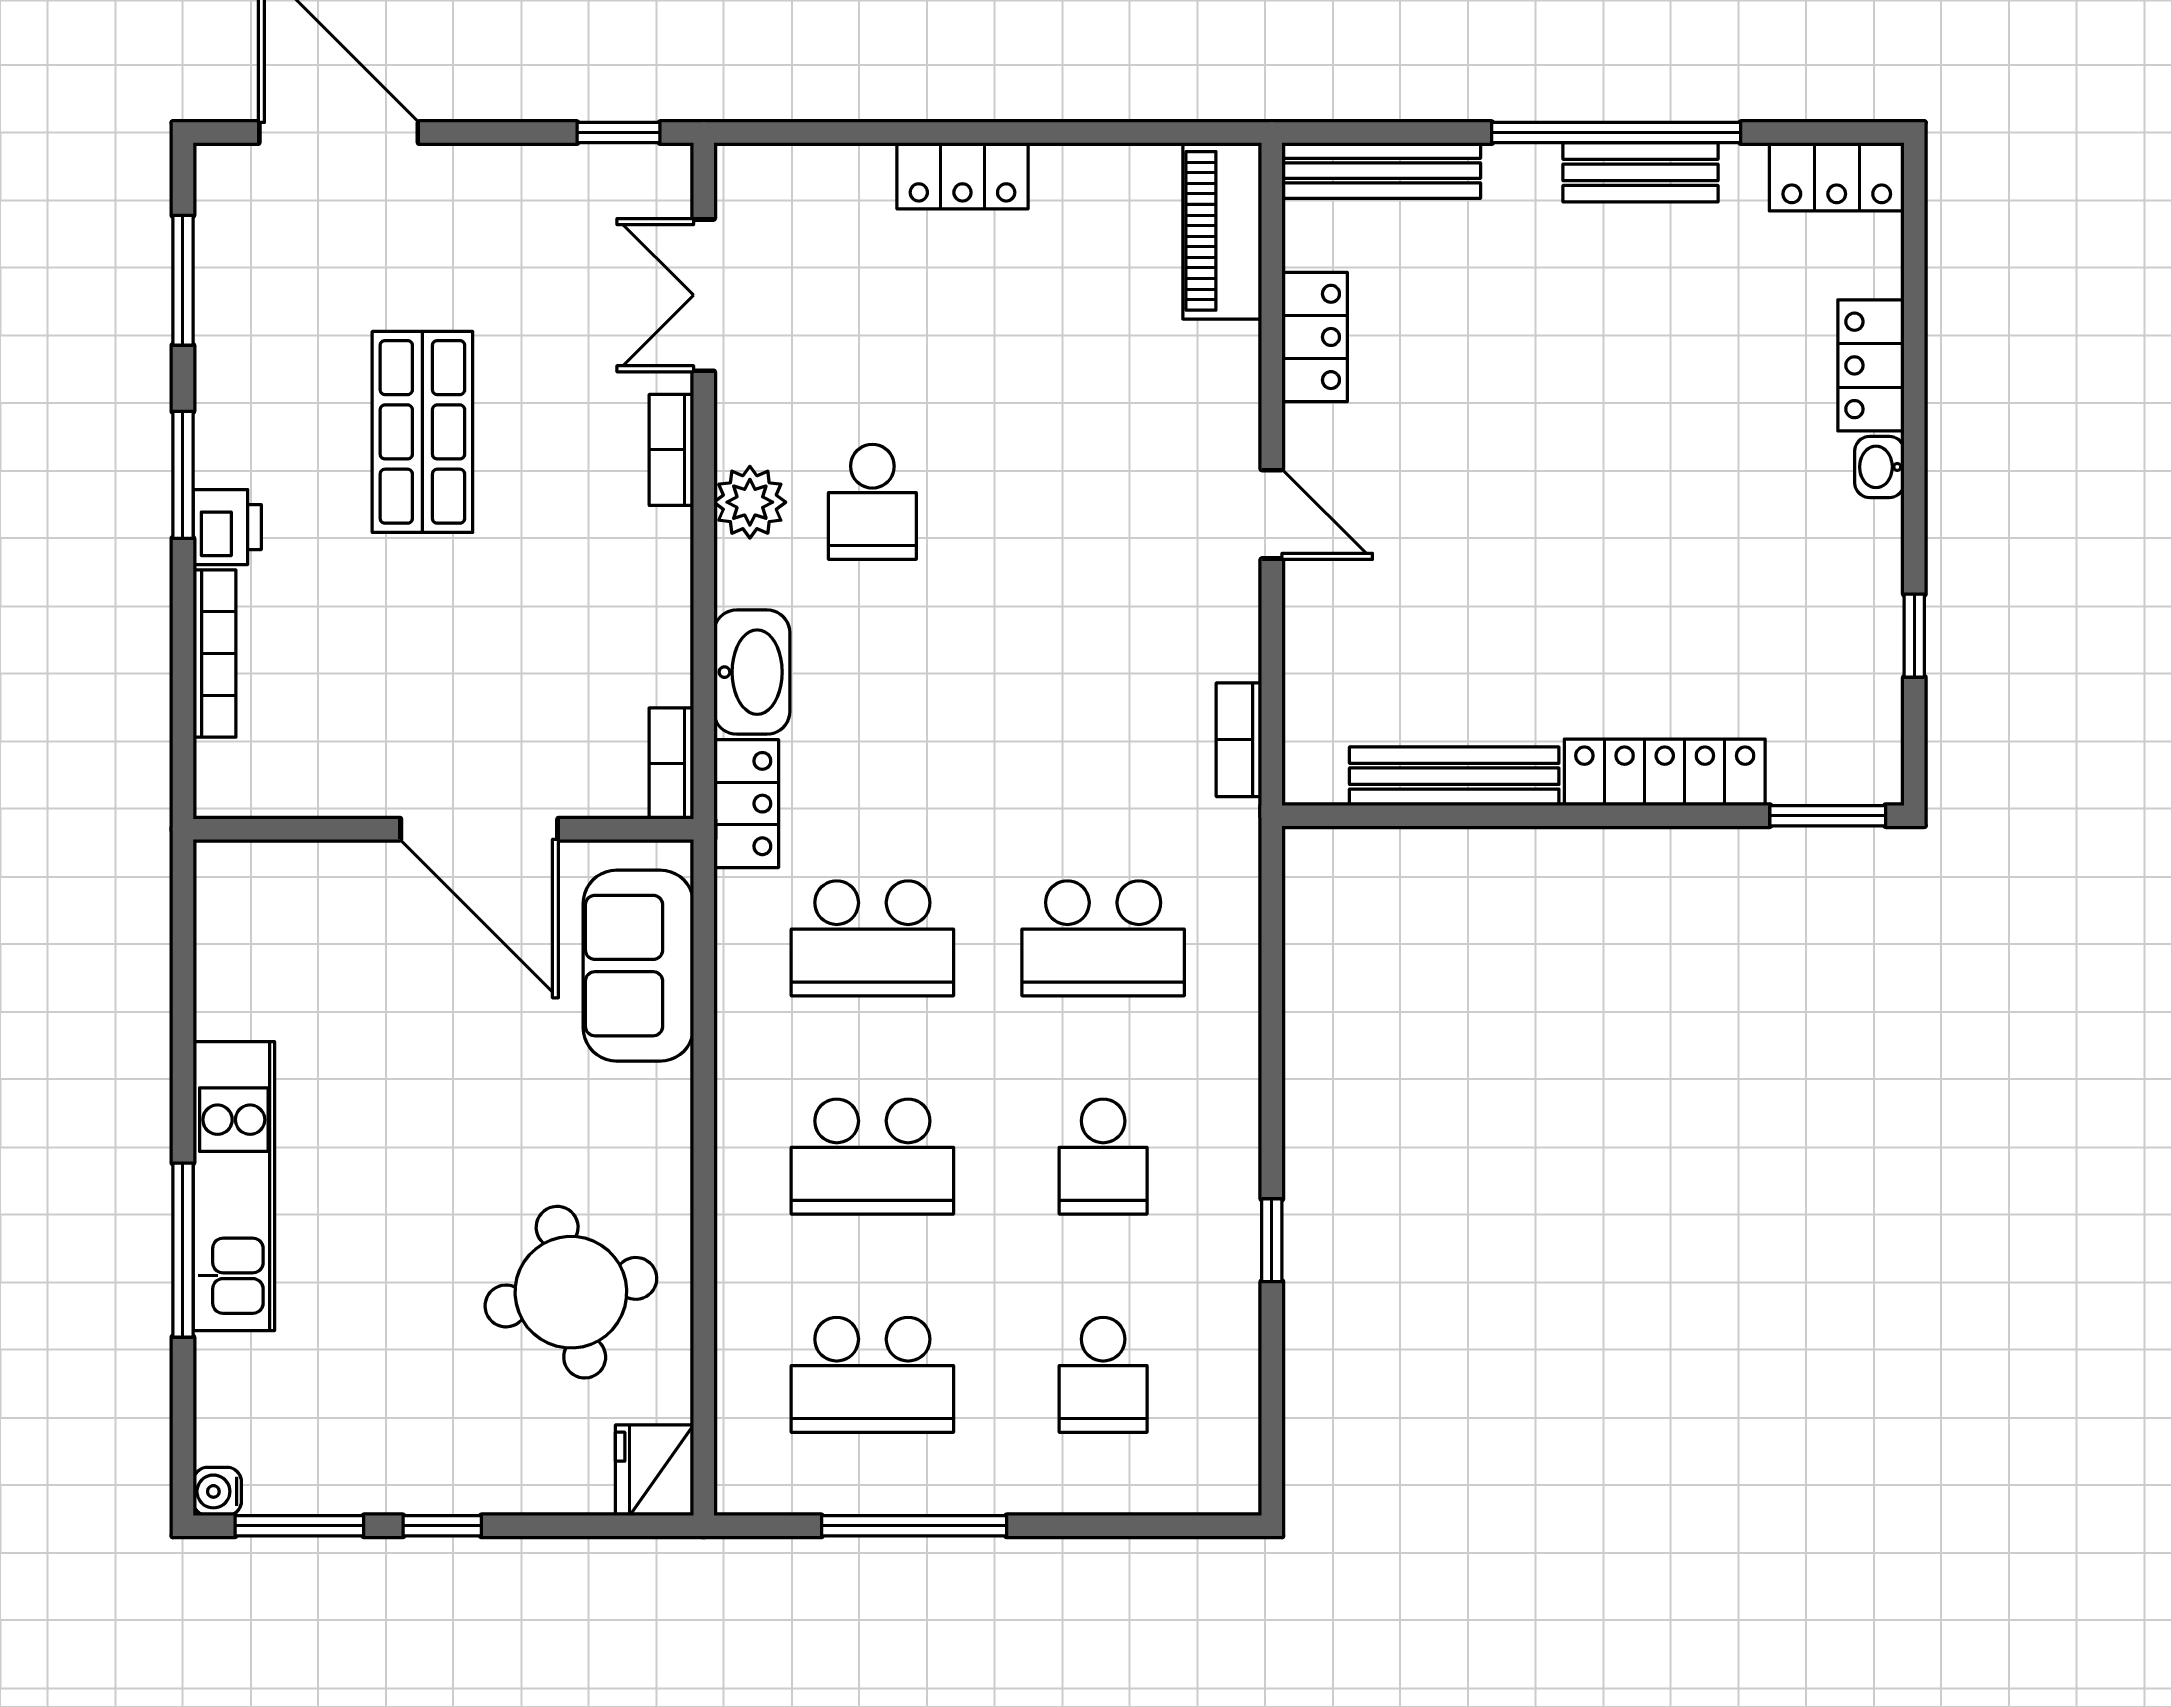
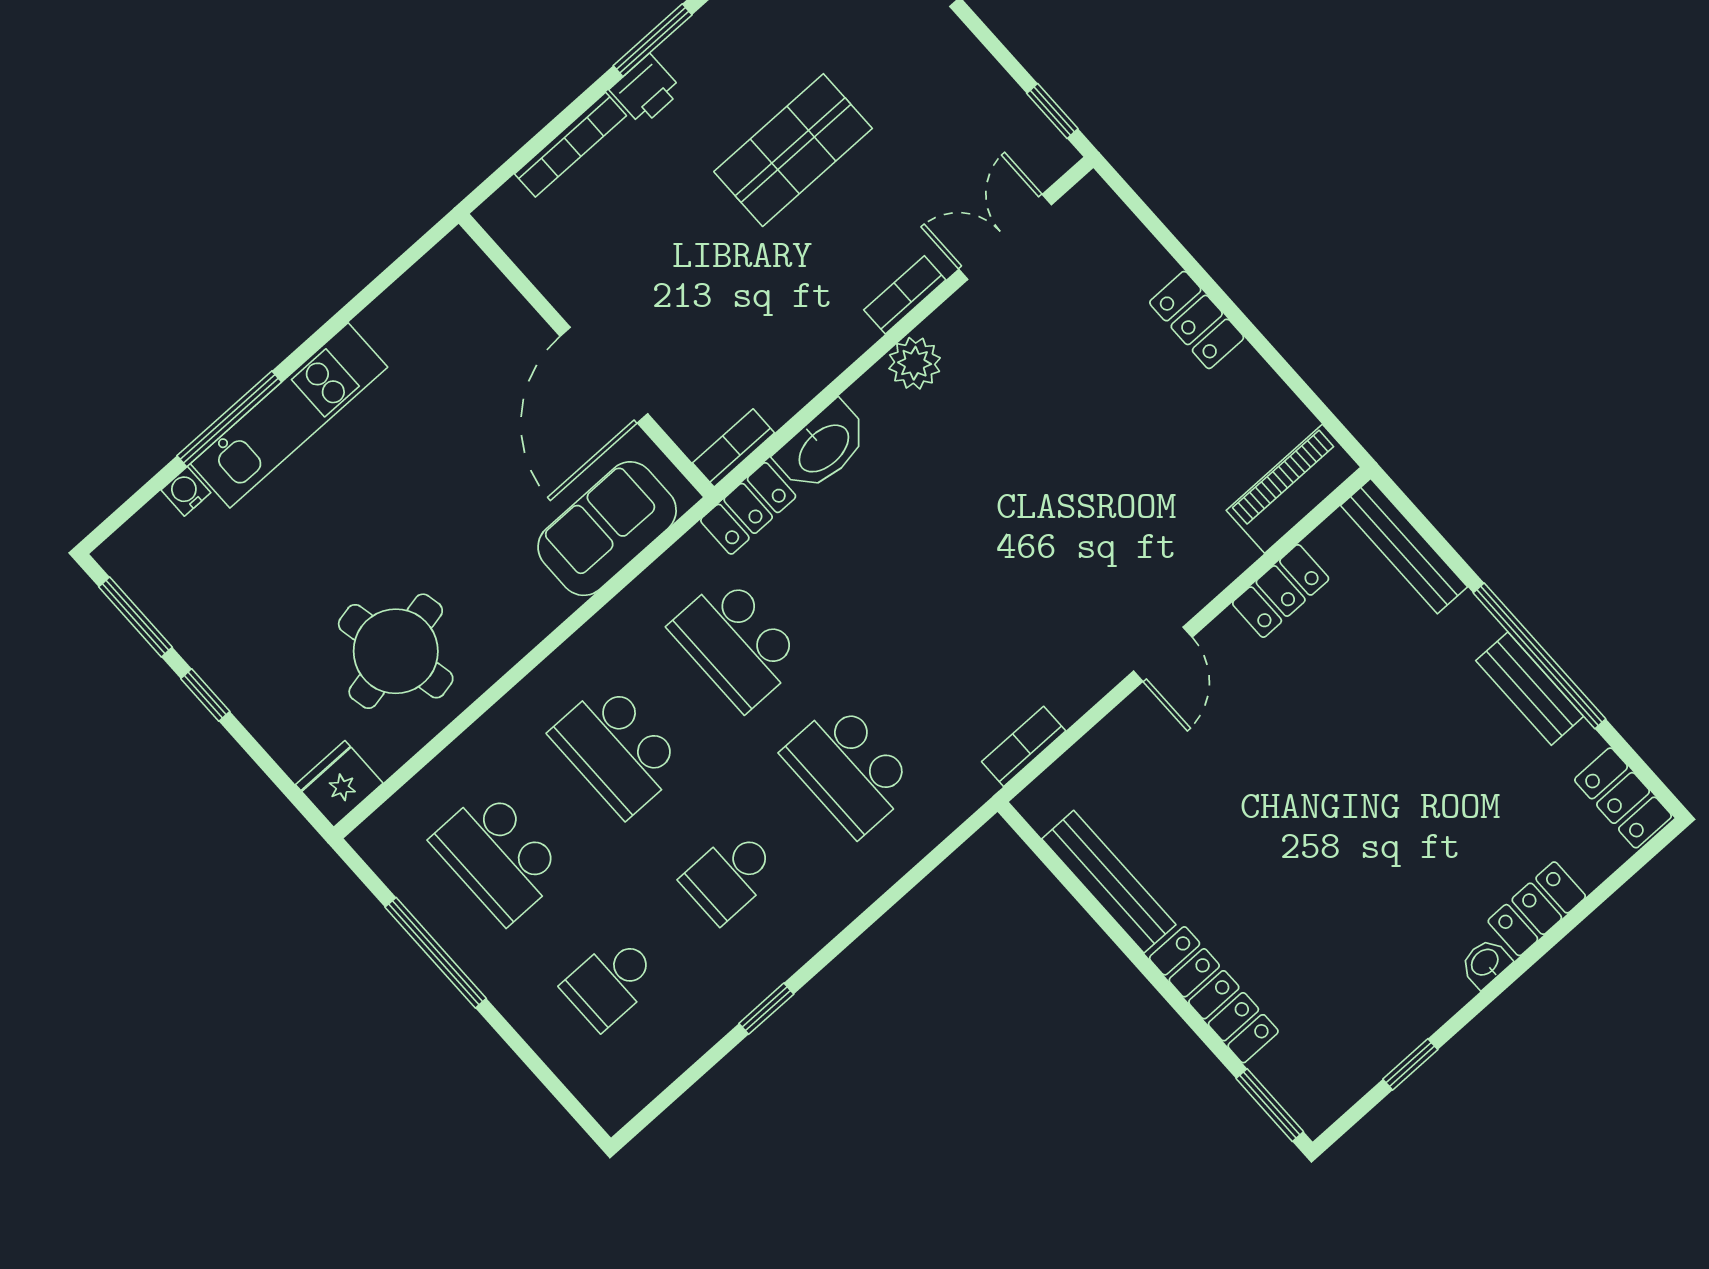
school desk: (872, 502) -> (975, 430), removed
water cooler: (217, 1491) -> (186, 491), moved

